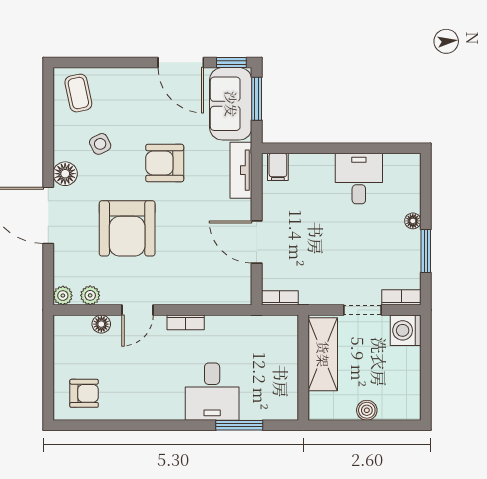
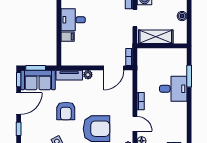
window: (127, 62) -> (19, 129), added
filing cabinet: (278, 167) -> (68, 37), moved
plant: (242, 210) -> (88, 75), added
door: (257, 242) -> (114, 68), moved

